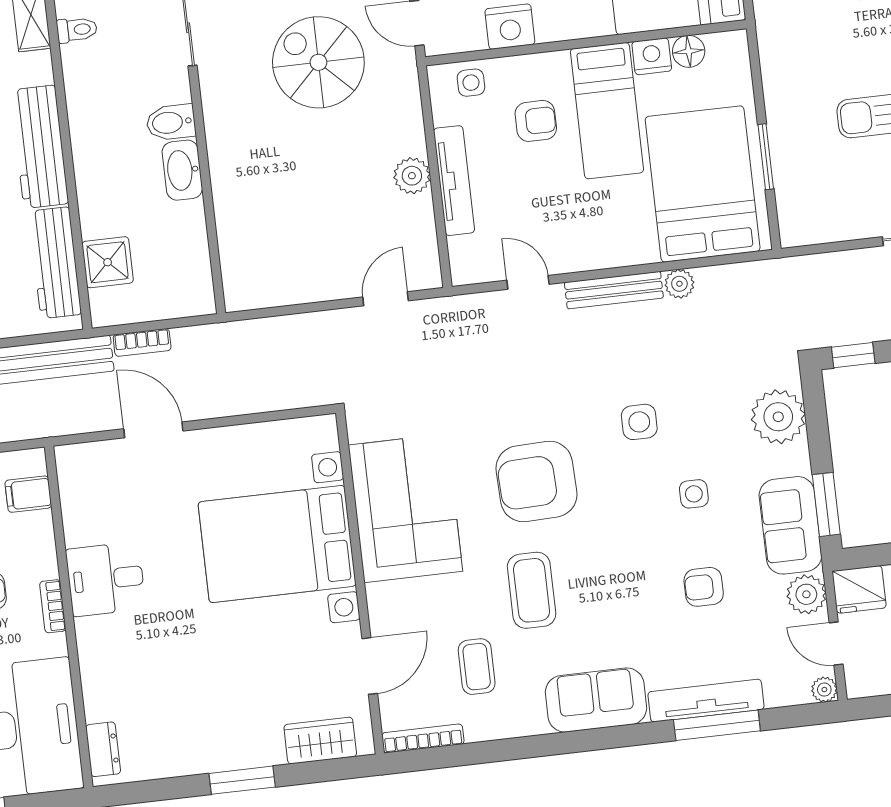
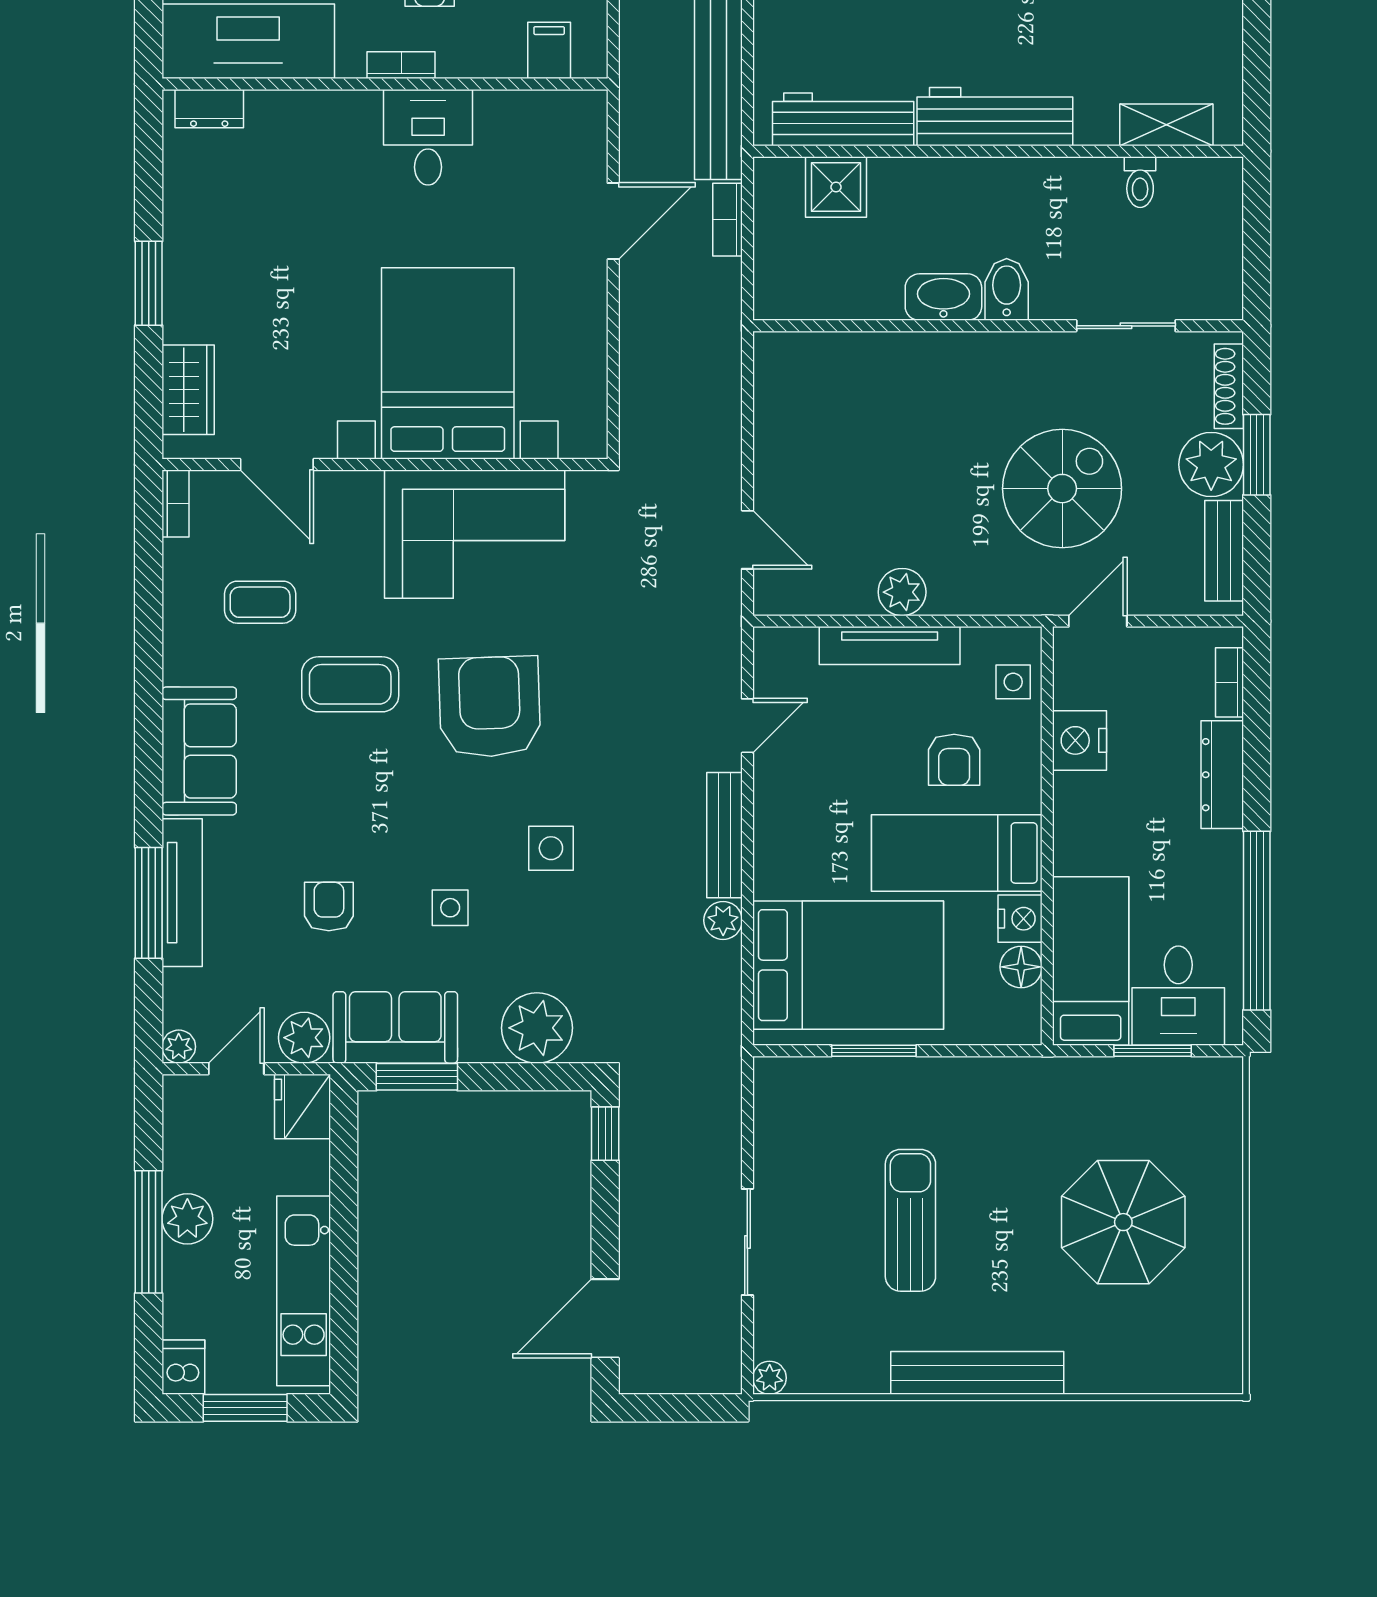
bookcase: (423, 738) -> (176, 503), width x0.64

